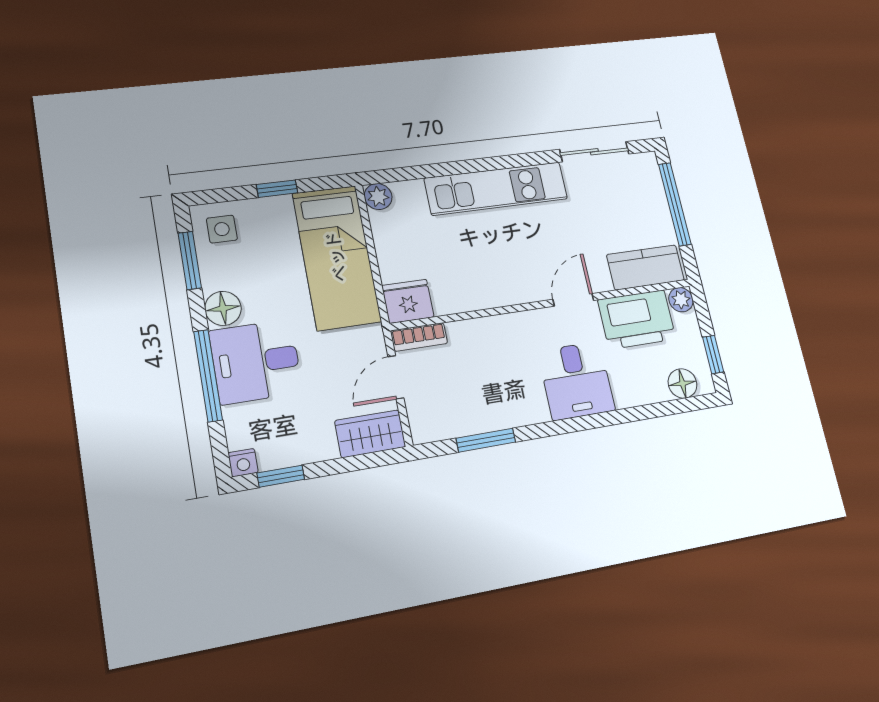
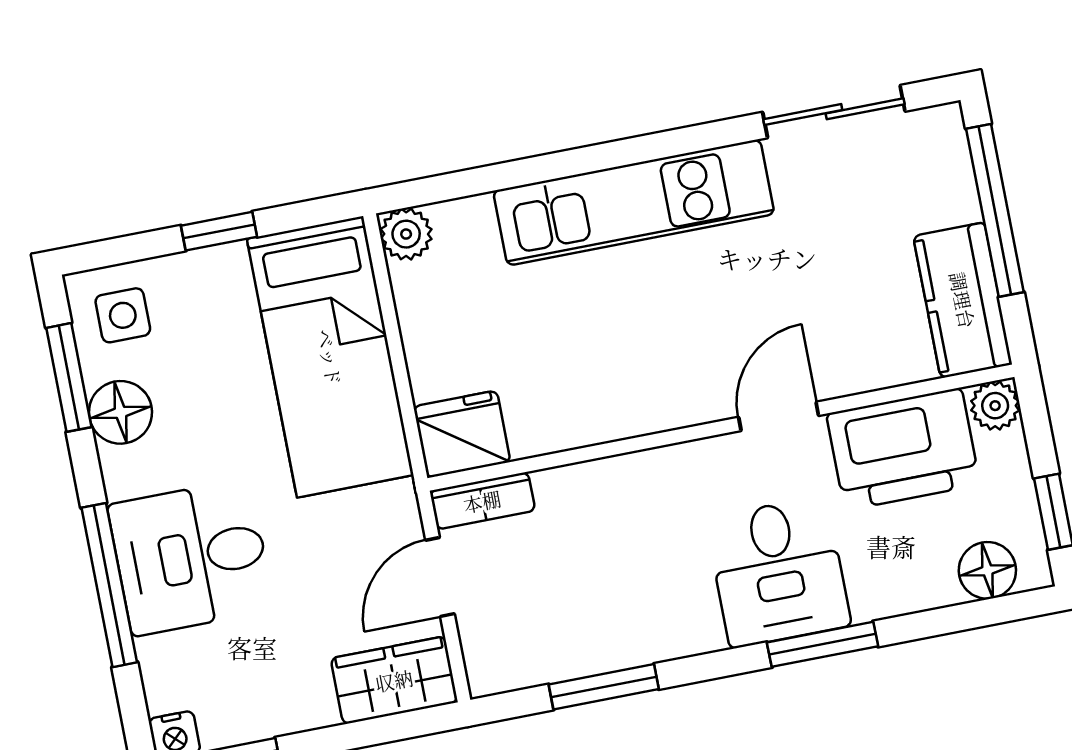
kitchen counter: (645, 267) -> (963, 300), moved, turned -90
floor lamp: (223, 308) -> (120, 412), moved
window: (601, 420) -> (822, 644), added

